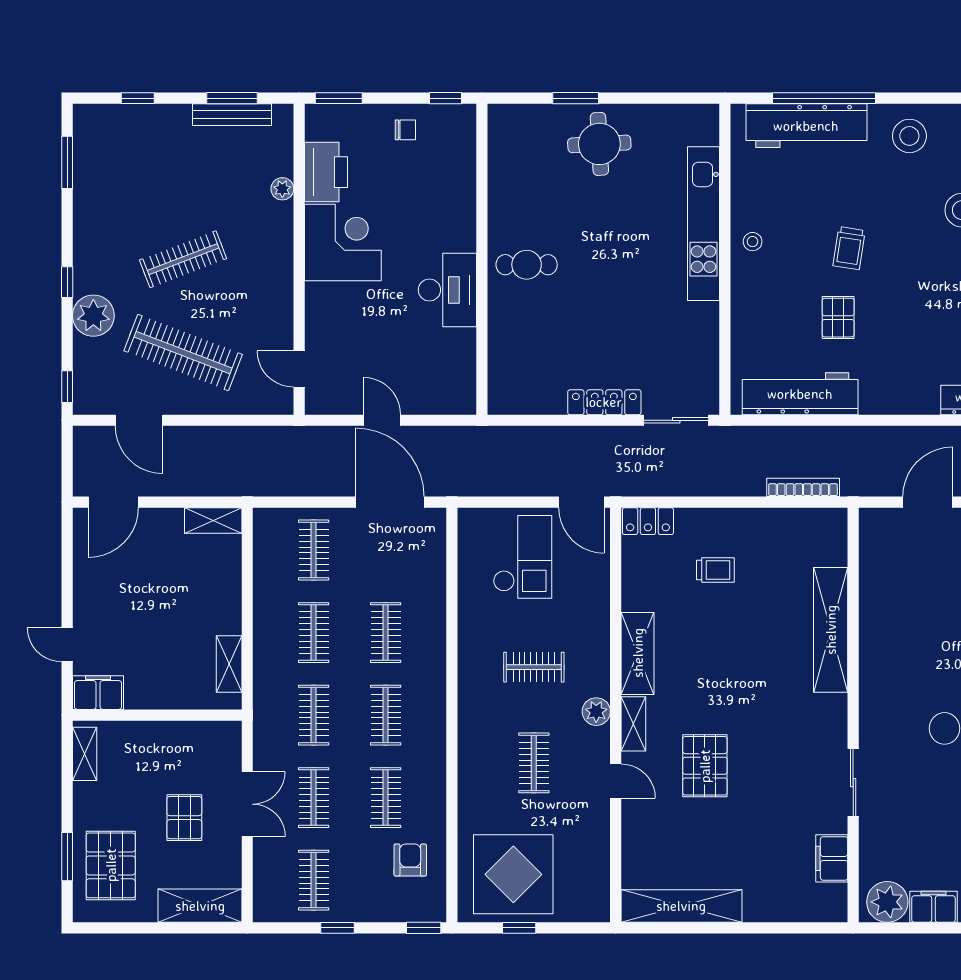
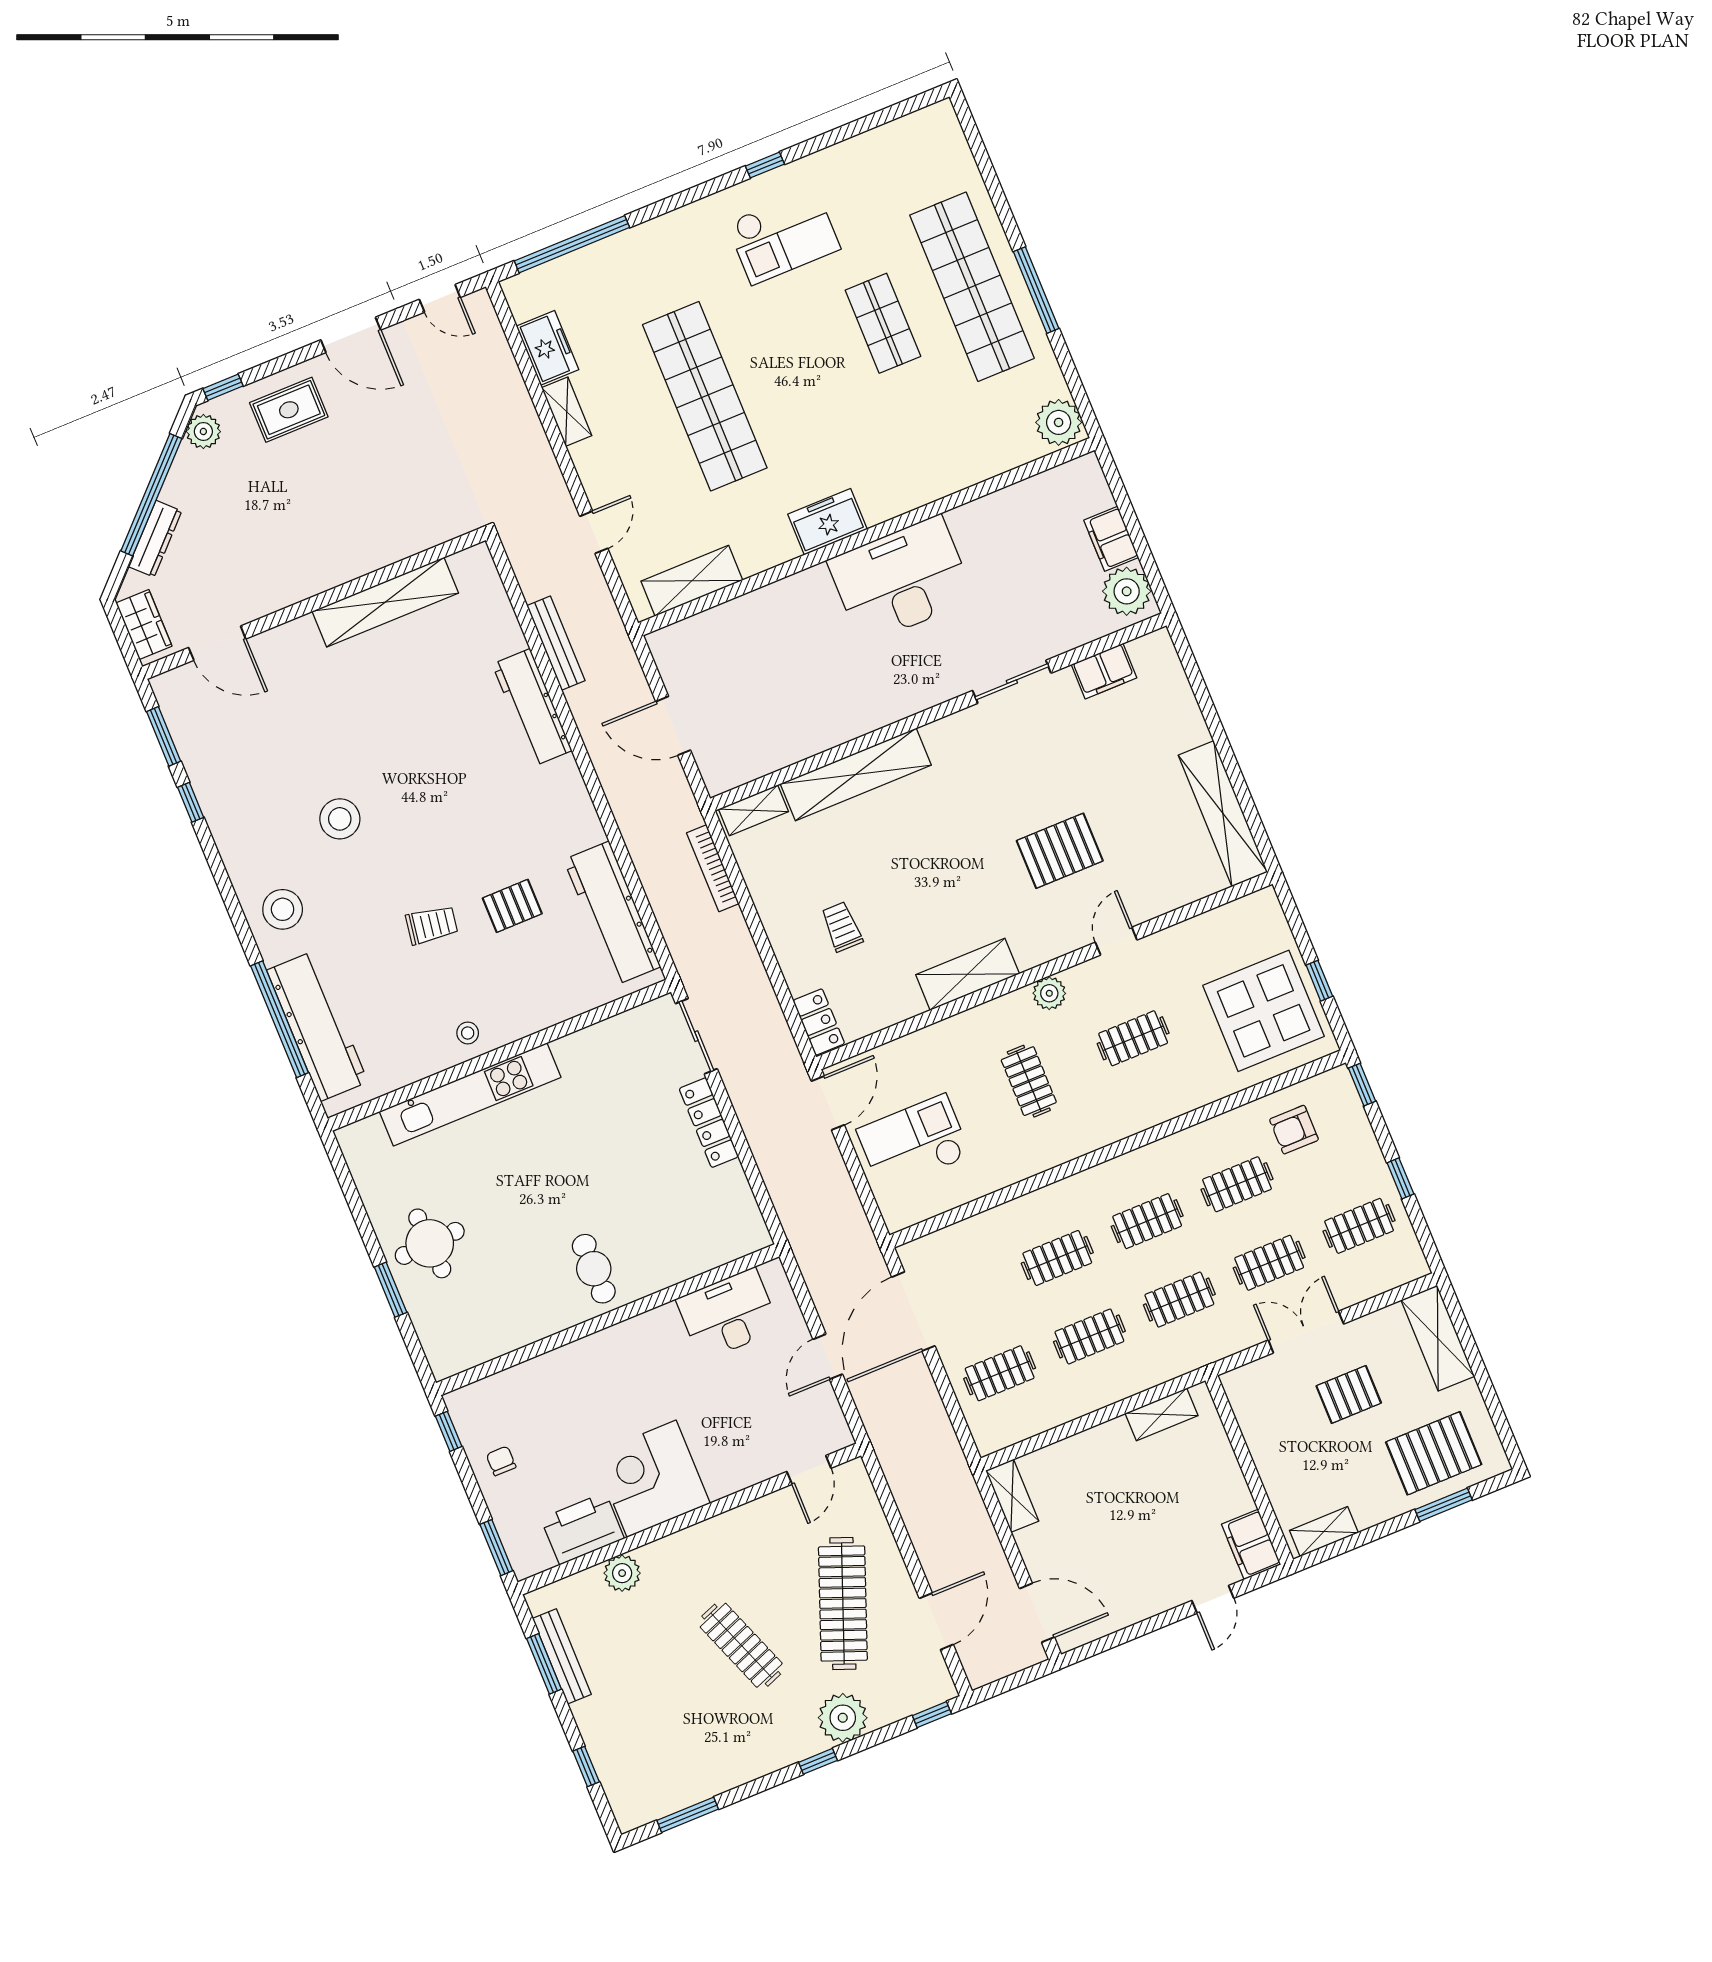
plant: (282, 189) -> (622, 1573), width x1.38, depth x1.38
desk: (447, 290) -> (728, 1314), moved
shelving: (633, 724) -> (753, 810), moved

